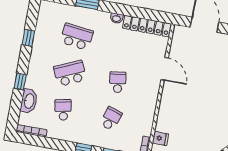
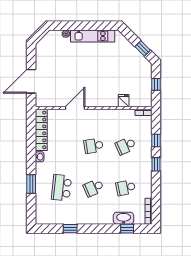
school desk: (70, 73) -> (94, 188), width x0.54
window: (20, 82) -> (127, 229), moved
school desk: (111, 119) -> (126, 146), turned -42
fridge: (160, 138) -> (124, 101), moved

